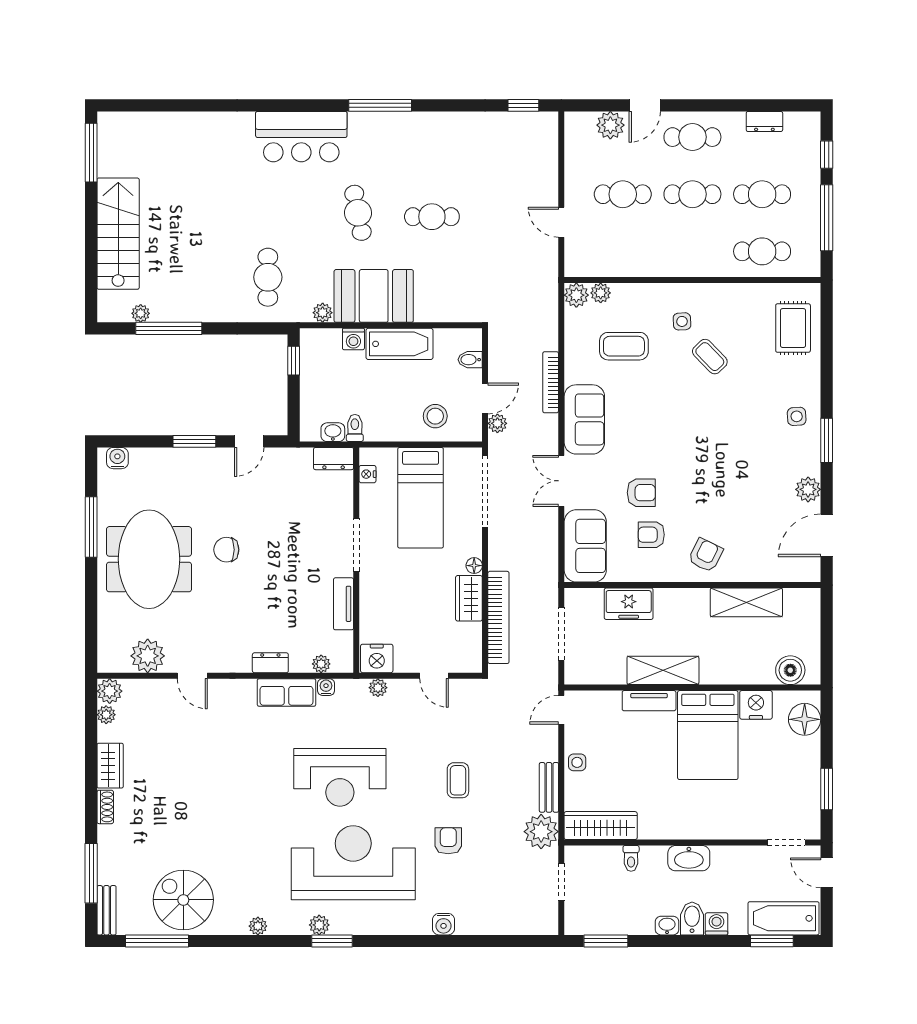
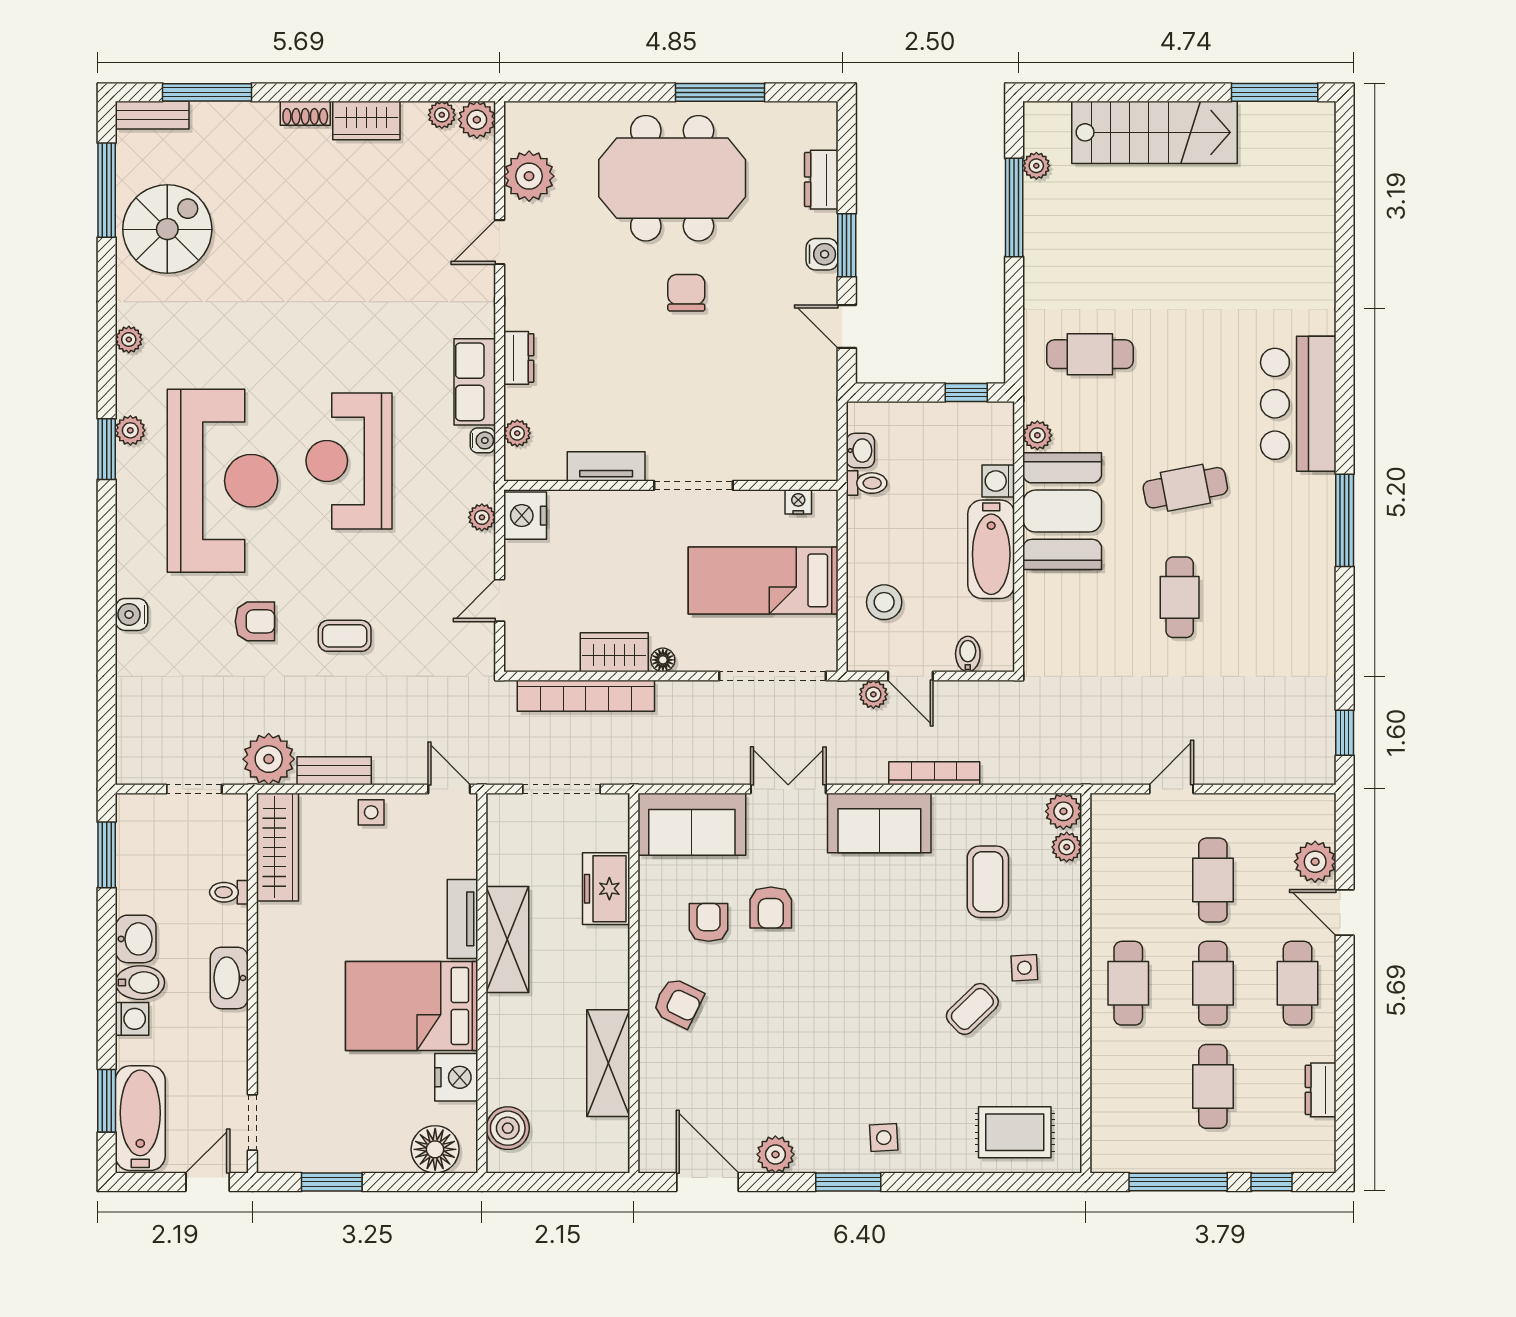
cafe table: (762, 251) -> (1128, 983), moved
water cooler: (117, 458) -> (822, 254), moved
dresser: (334, 459) -> (821, 180), moved
washbasin: (667, 926) -> (136, 939), width x1.38, depth x1.45

